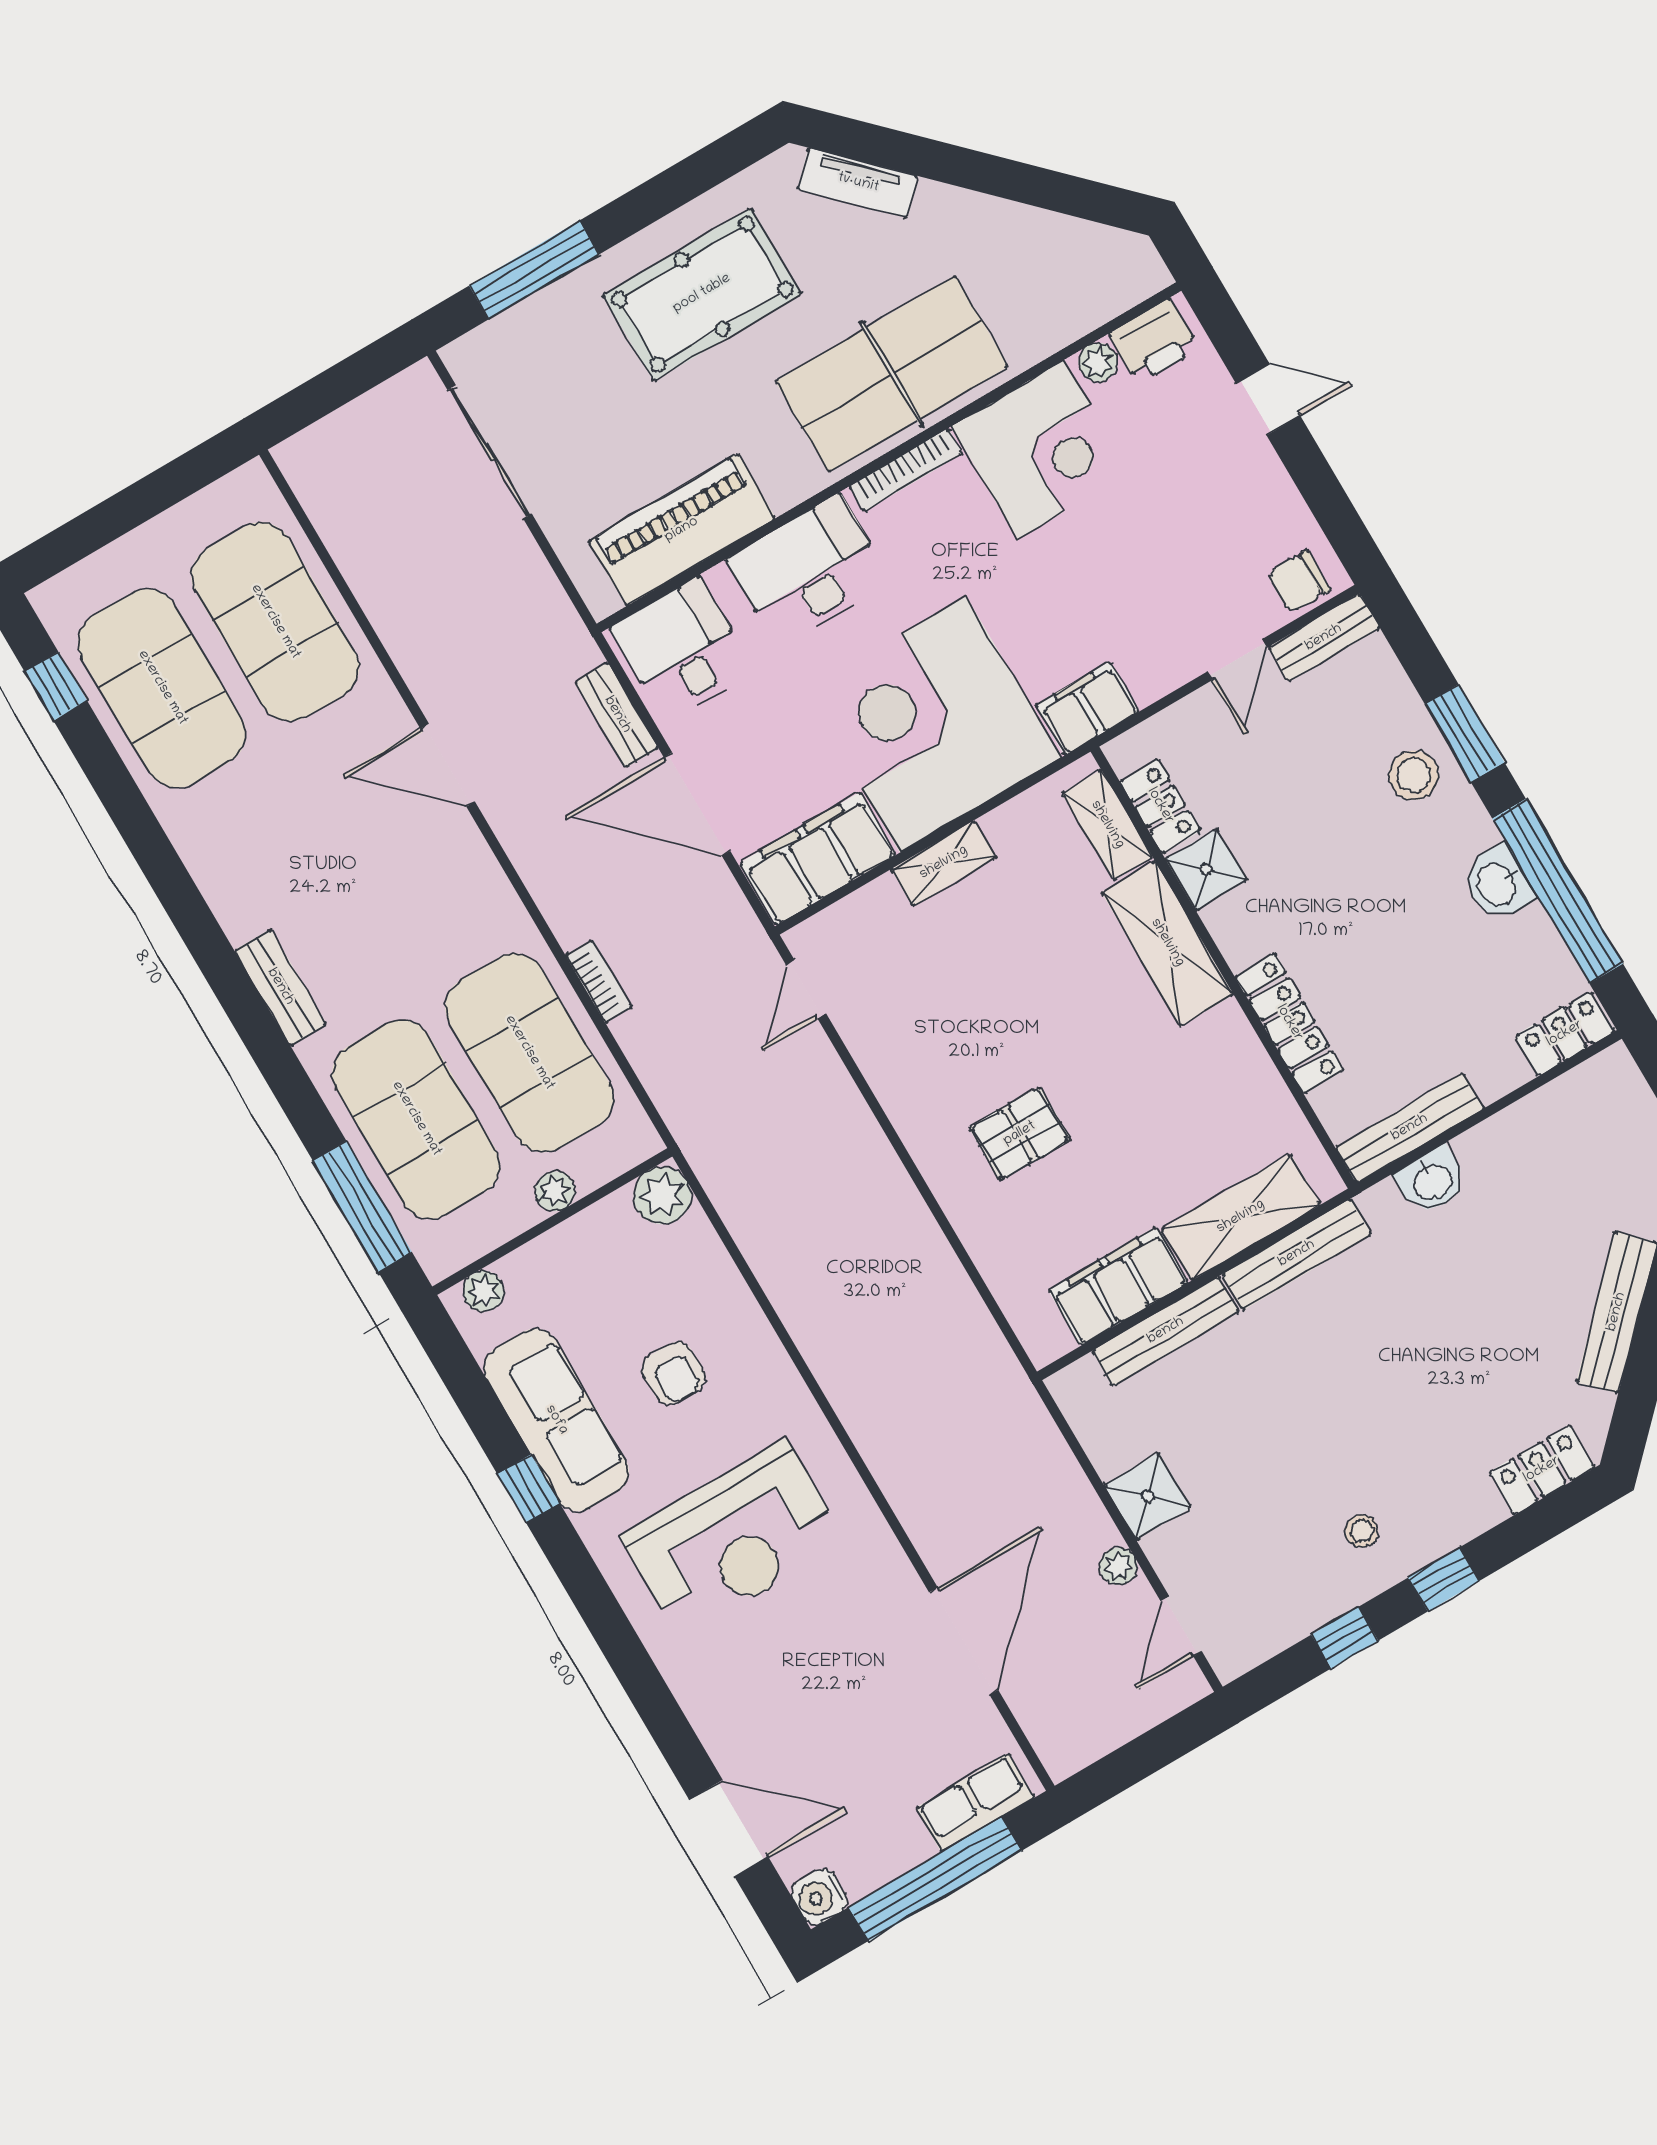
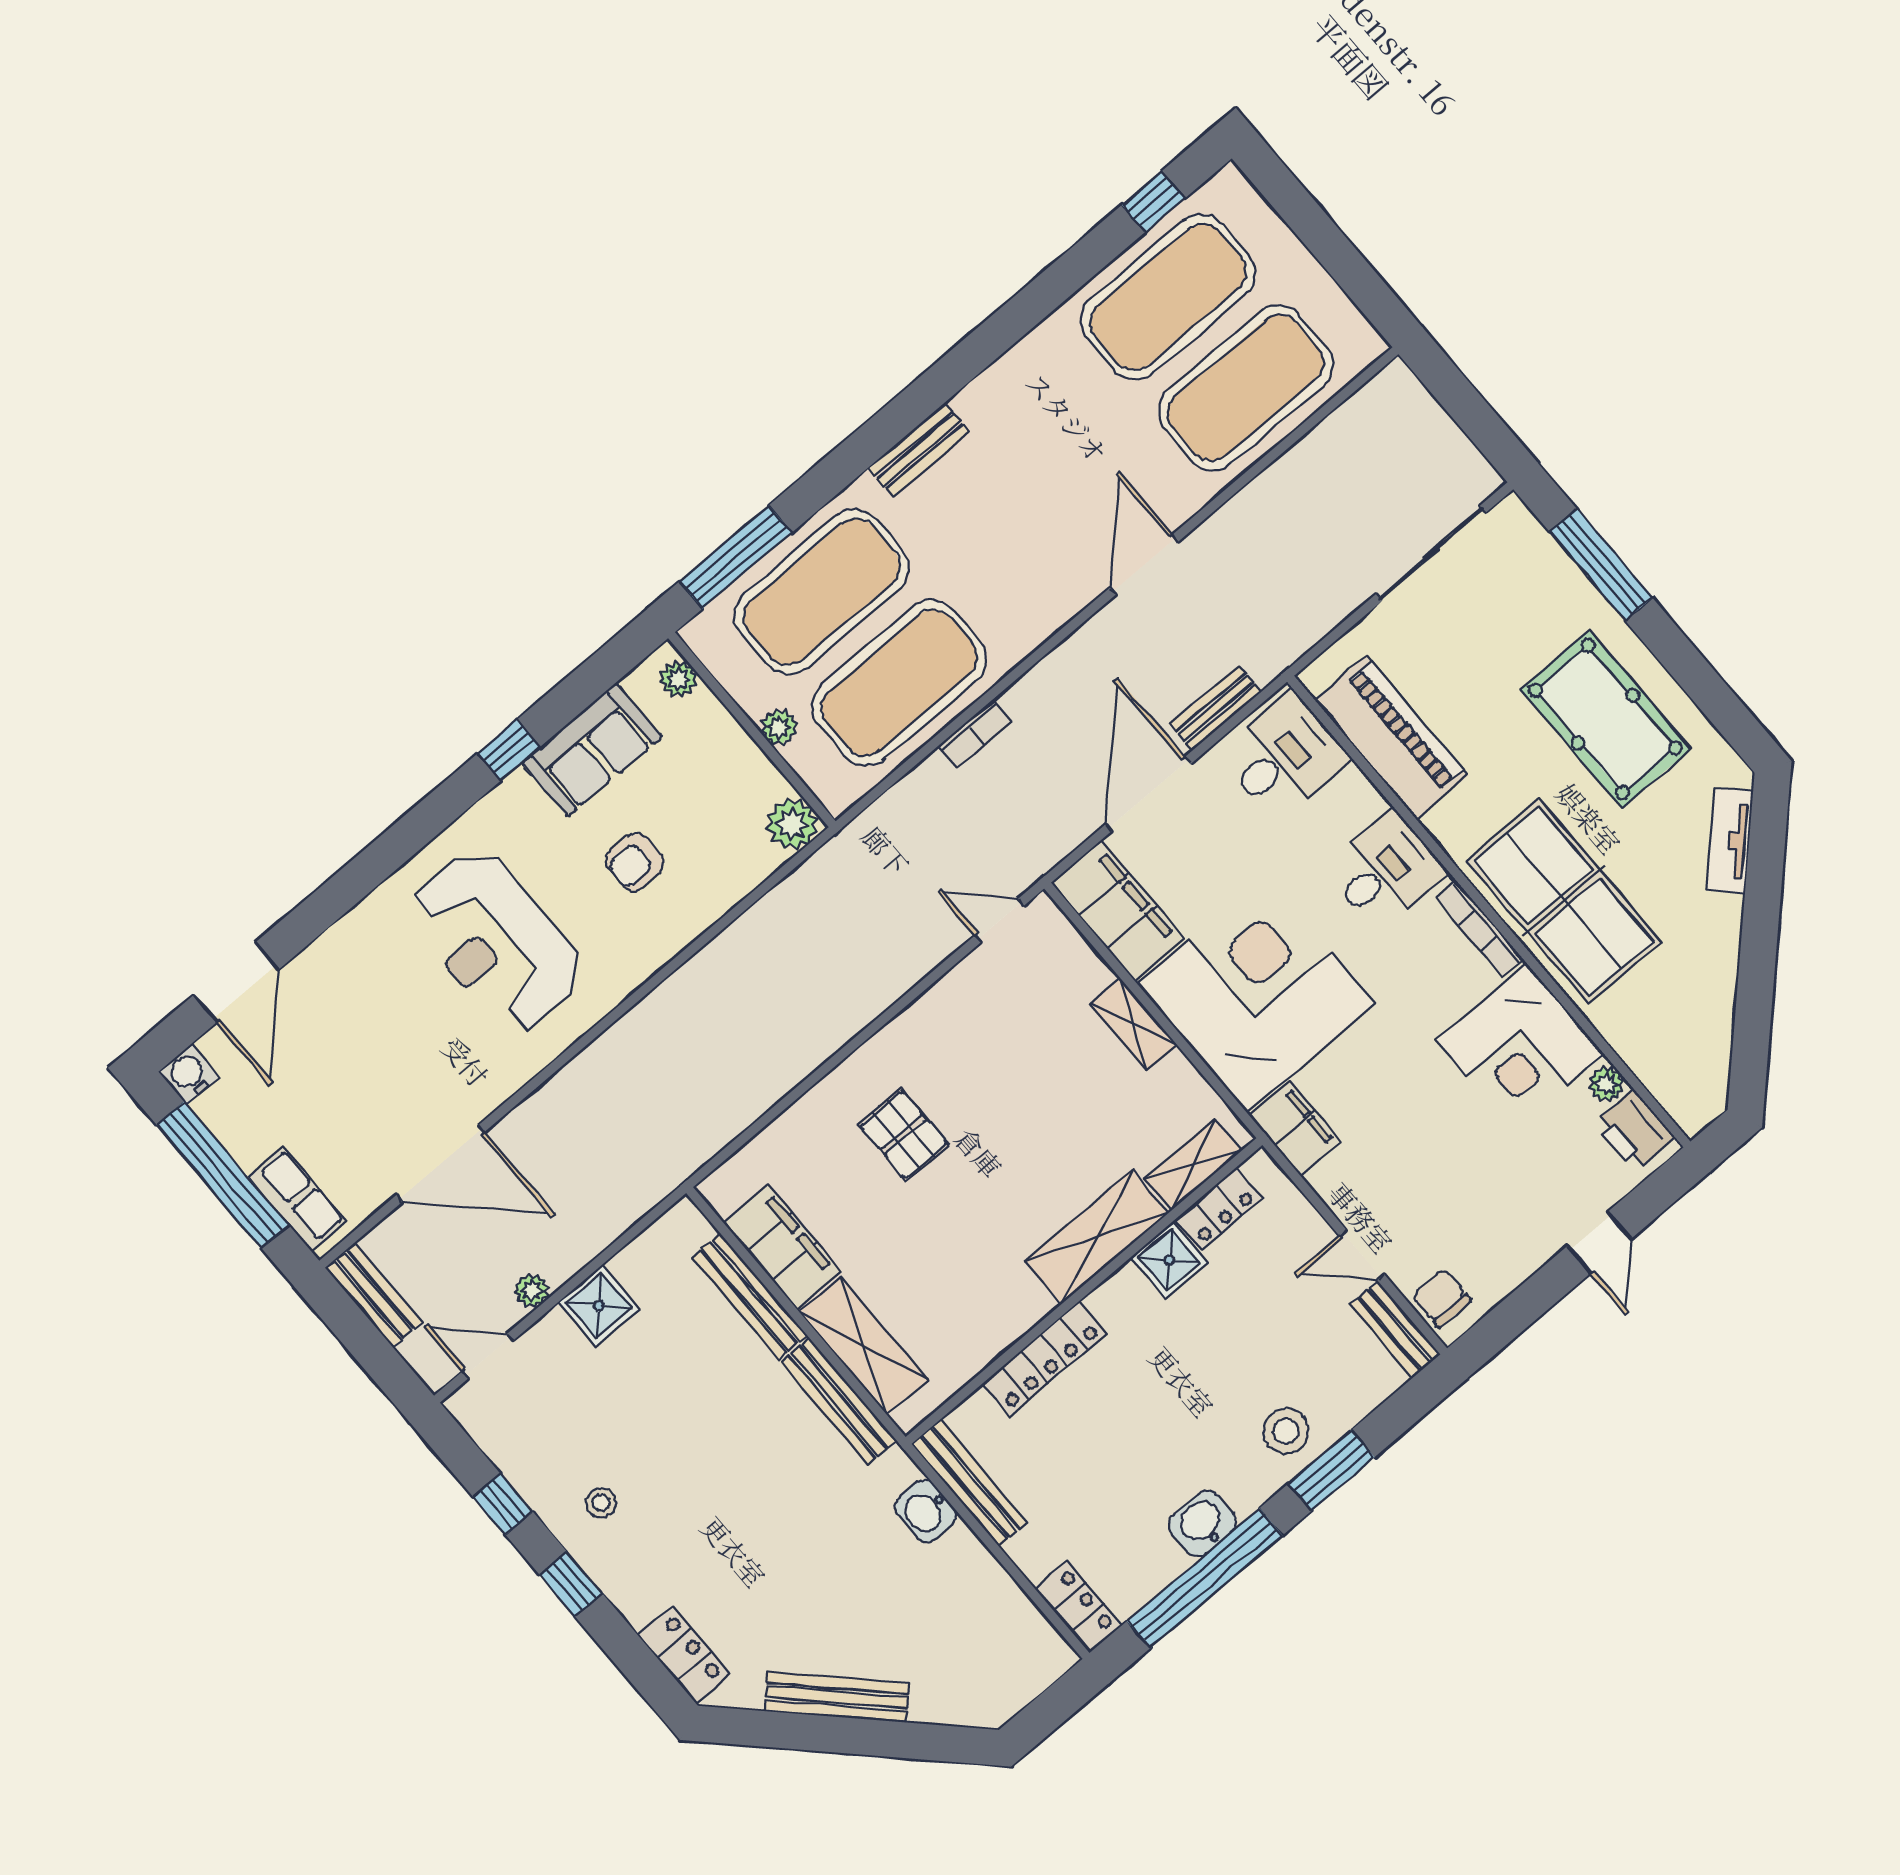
desk: (809, 571) -> (1385, 870), width x0.73
sofa: (556, 1420) -> (592, 750), width x0.73
bench: (1094, 1738) -> (374, 1295), added

